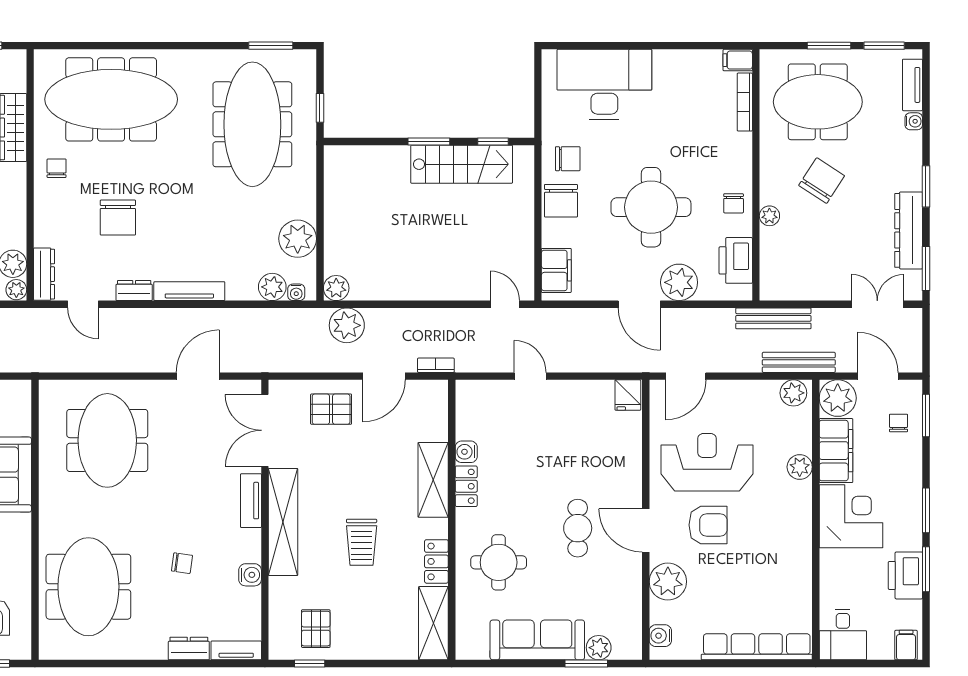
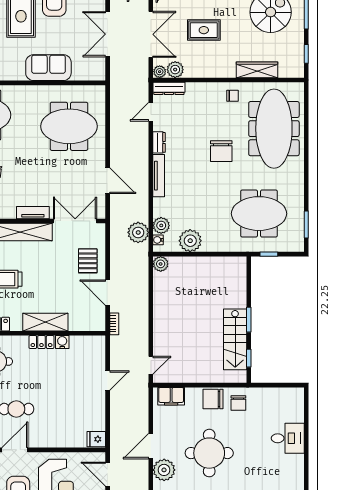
desk: (604, 85) -> (288, 438), width x0.53, depth x0.77
meeting table: (252, 124) -> (259, 214), width x0.73
chair: (118, 218) -> (221, 151), moved, turned -90
plant: (347, 325) -> (138, 232), moved

